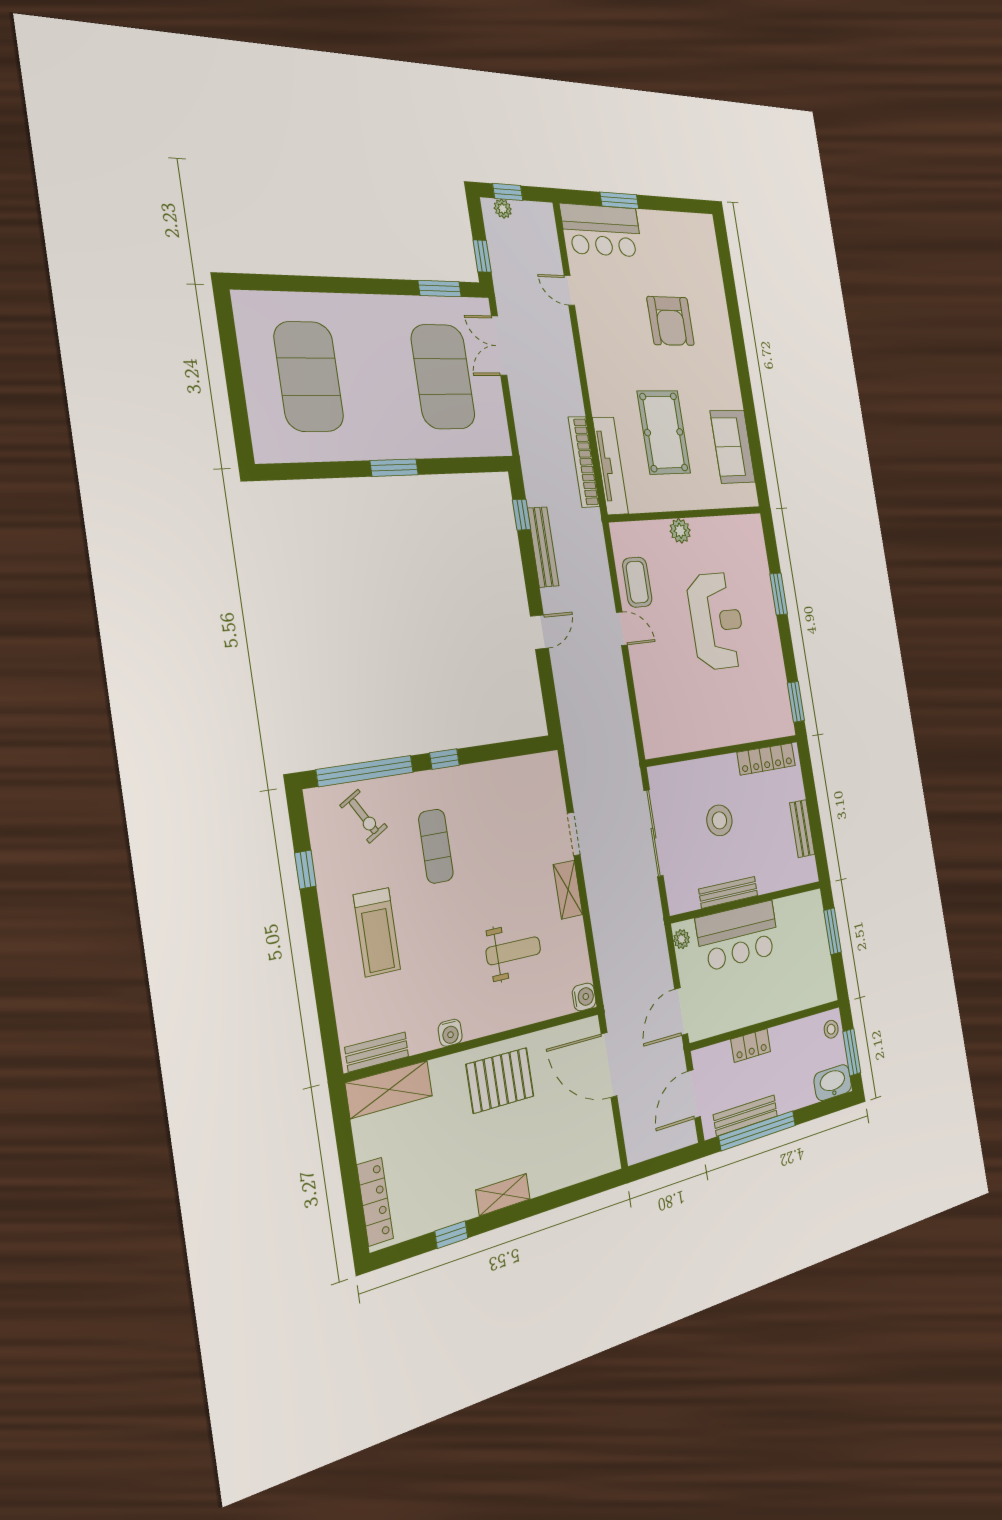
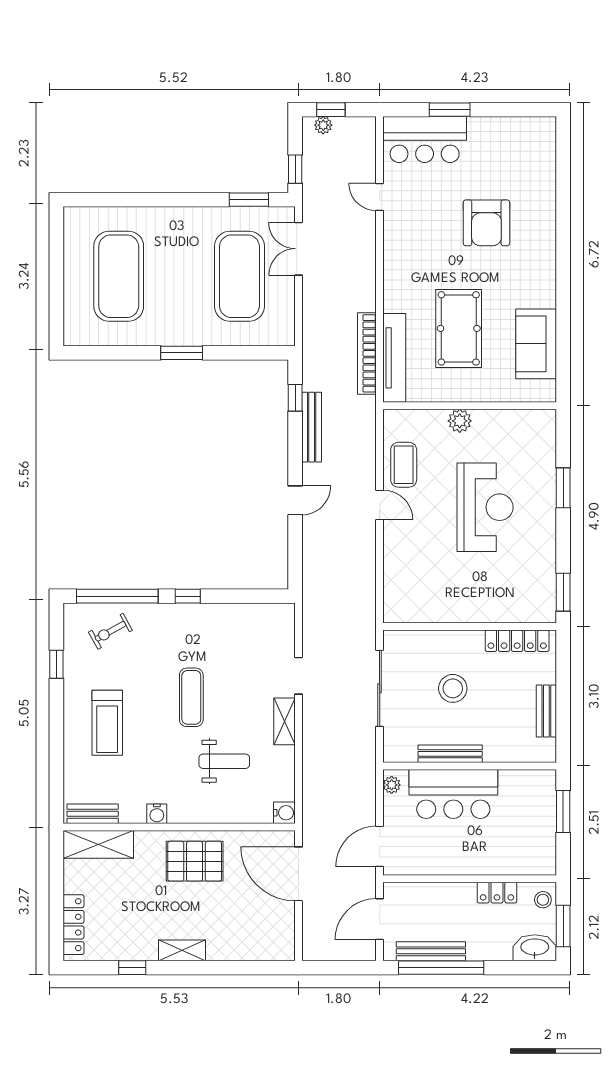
exercise bike: (364, 816) -> (110, 631), turned 92
exercise mat: (436, 846) -> (191, 697), moved
locker: (751, 1045) -> (497, 893), moved

